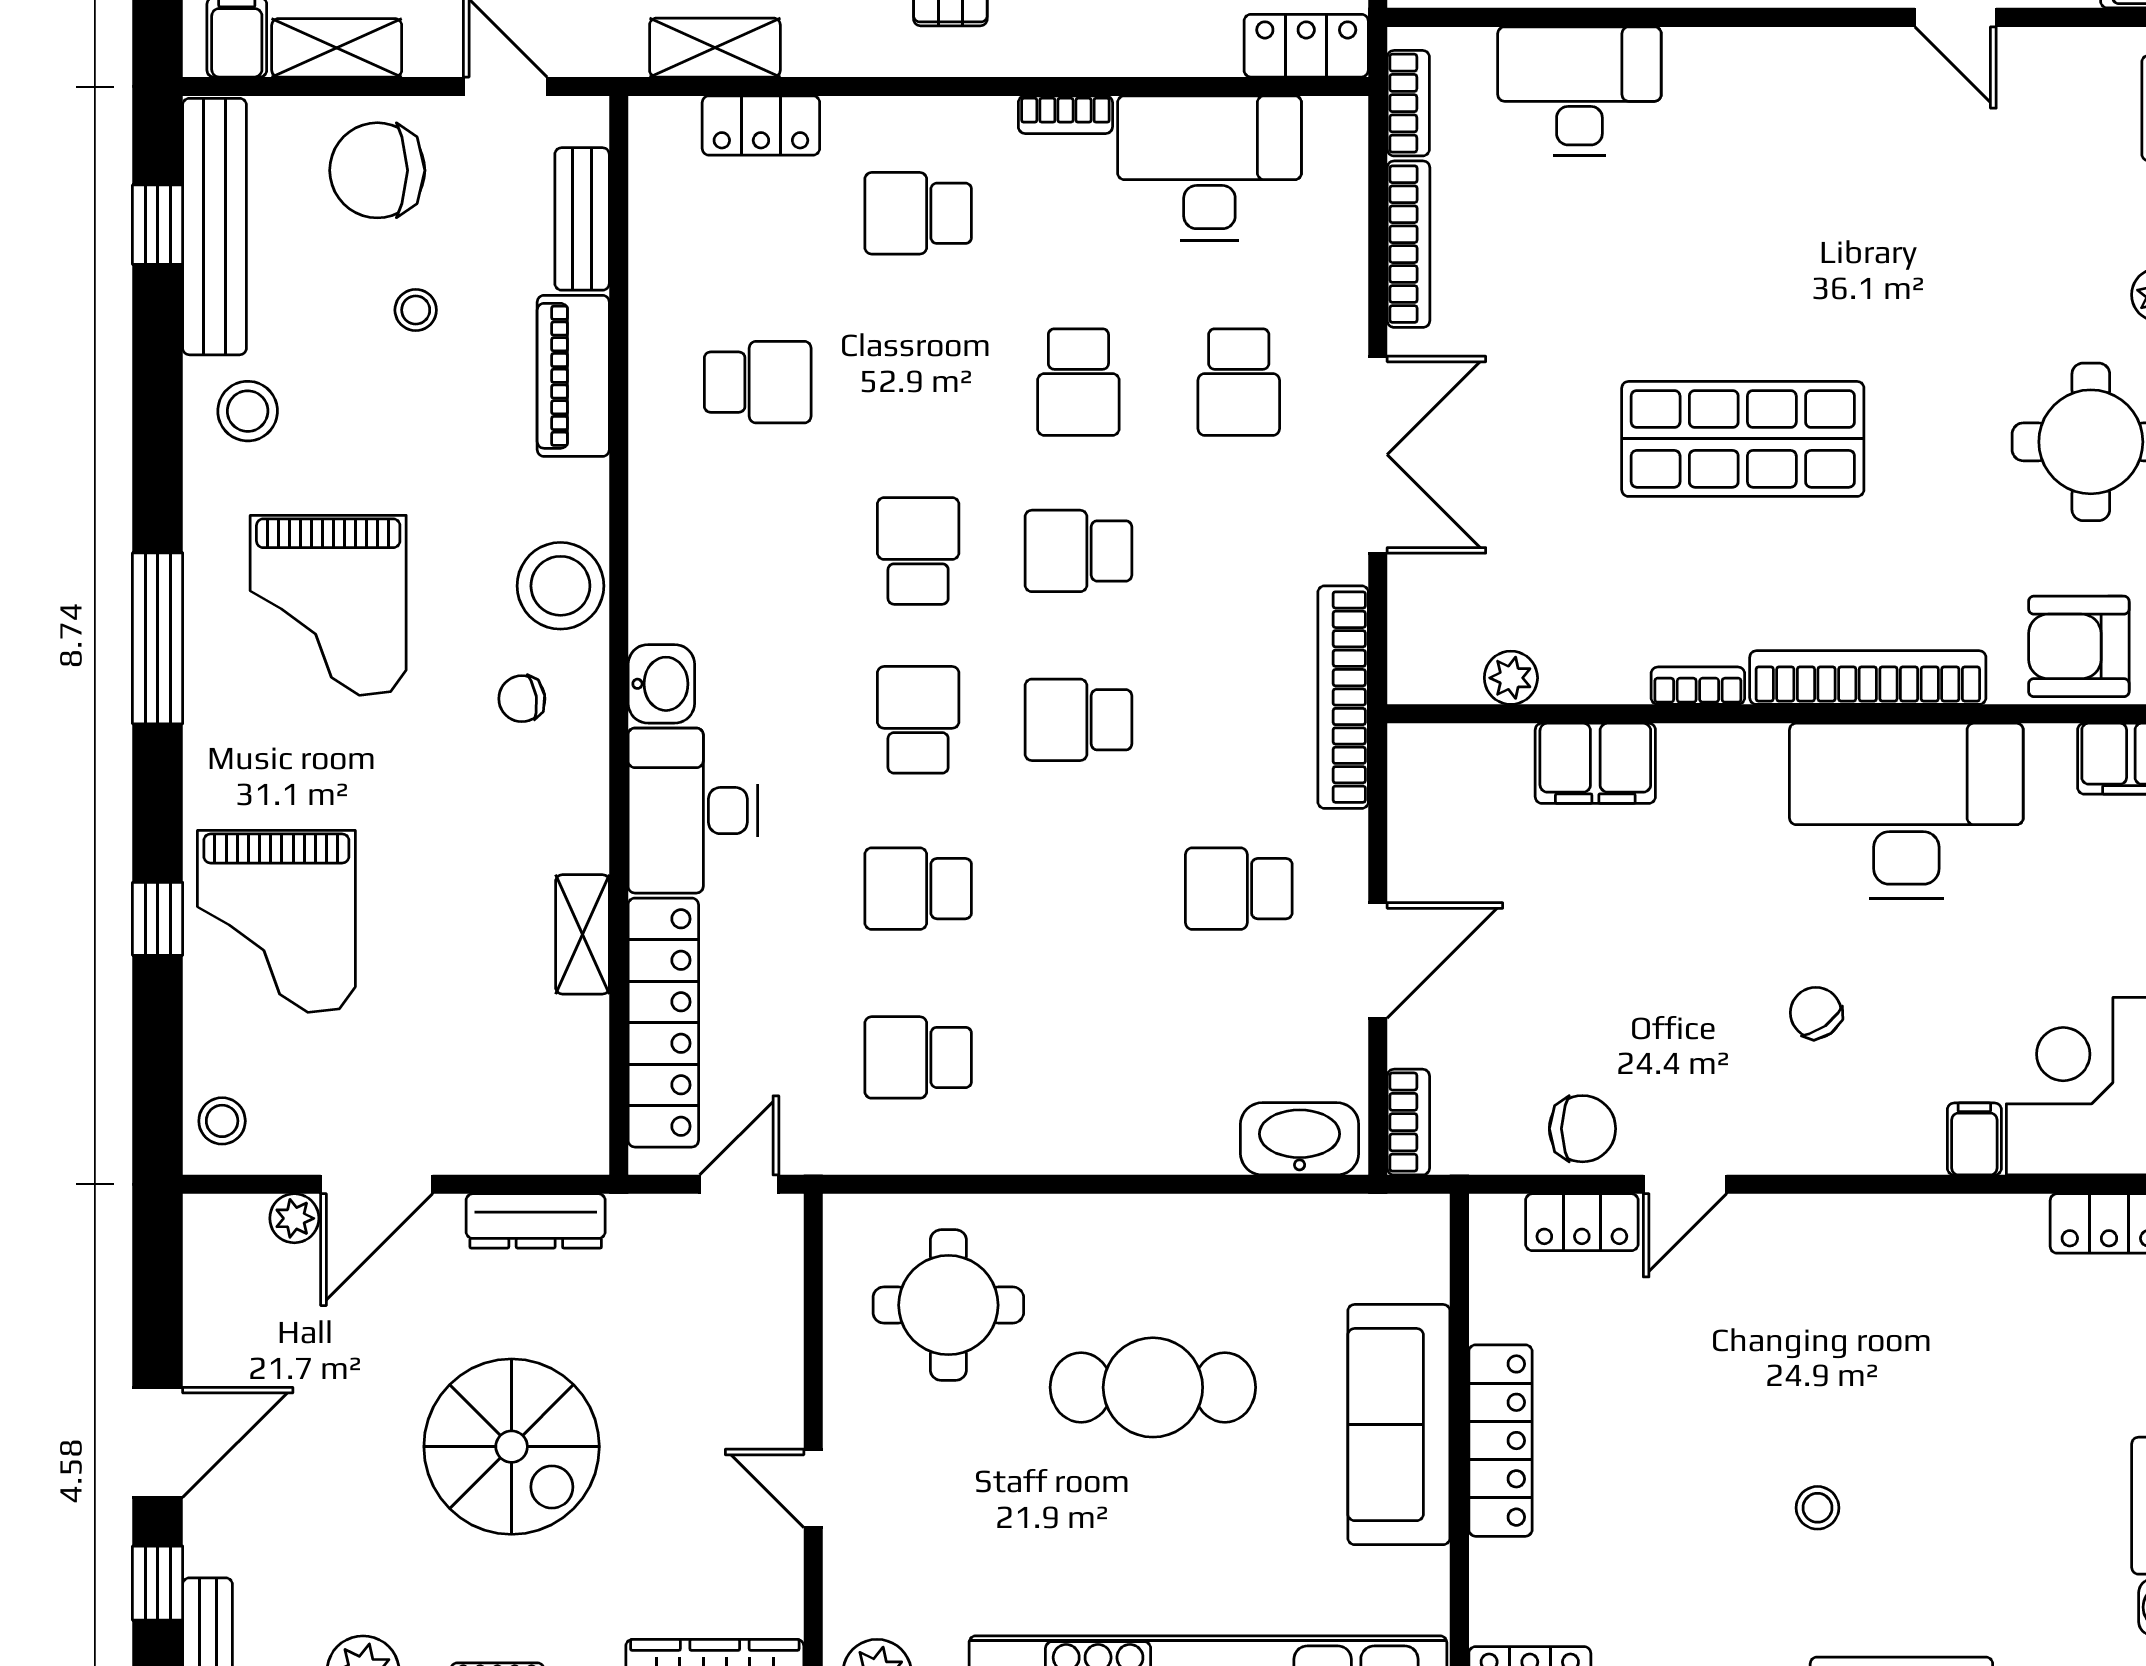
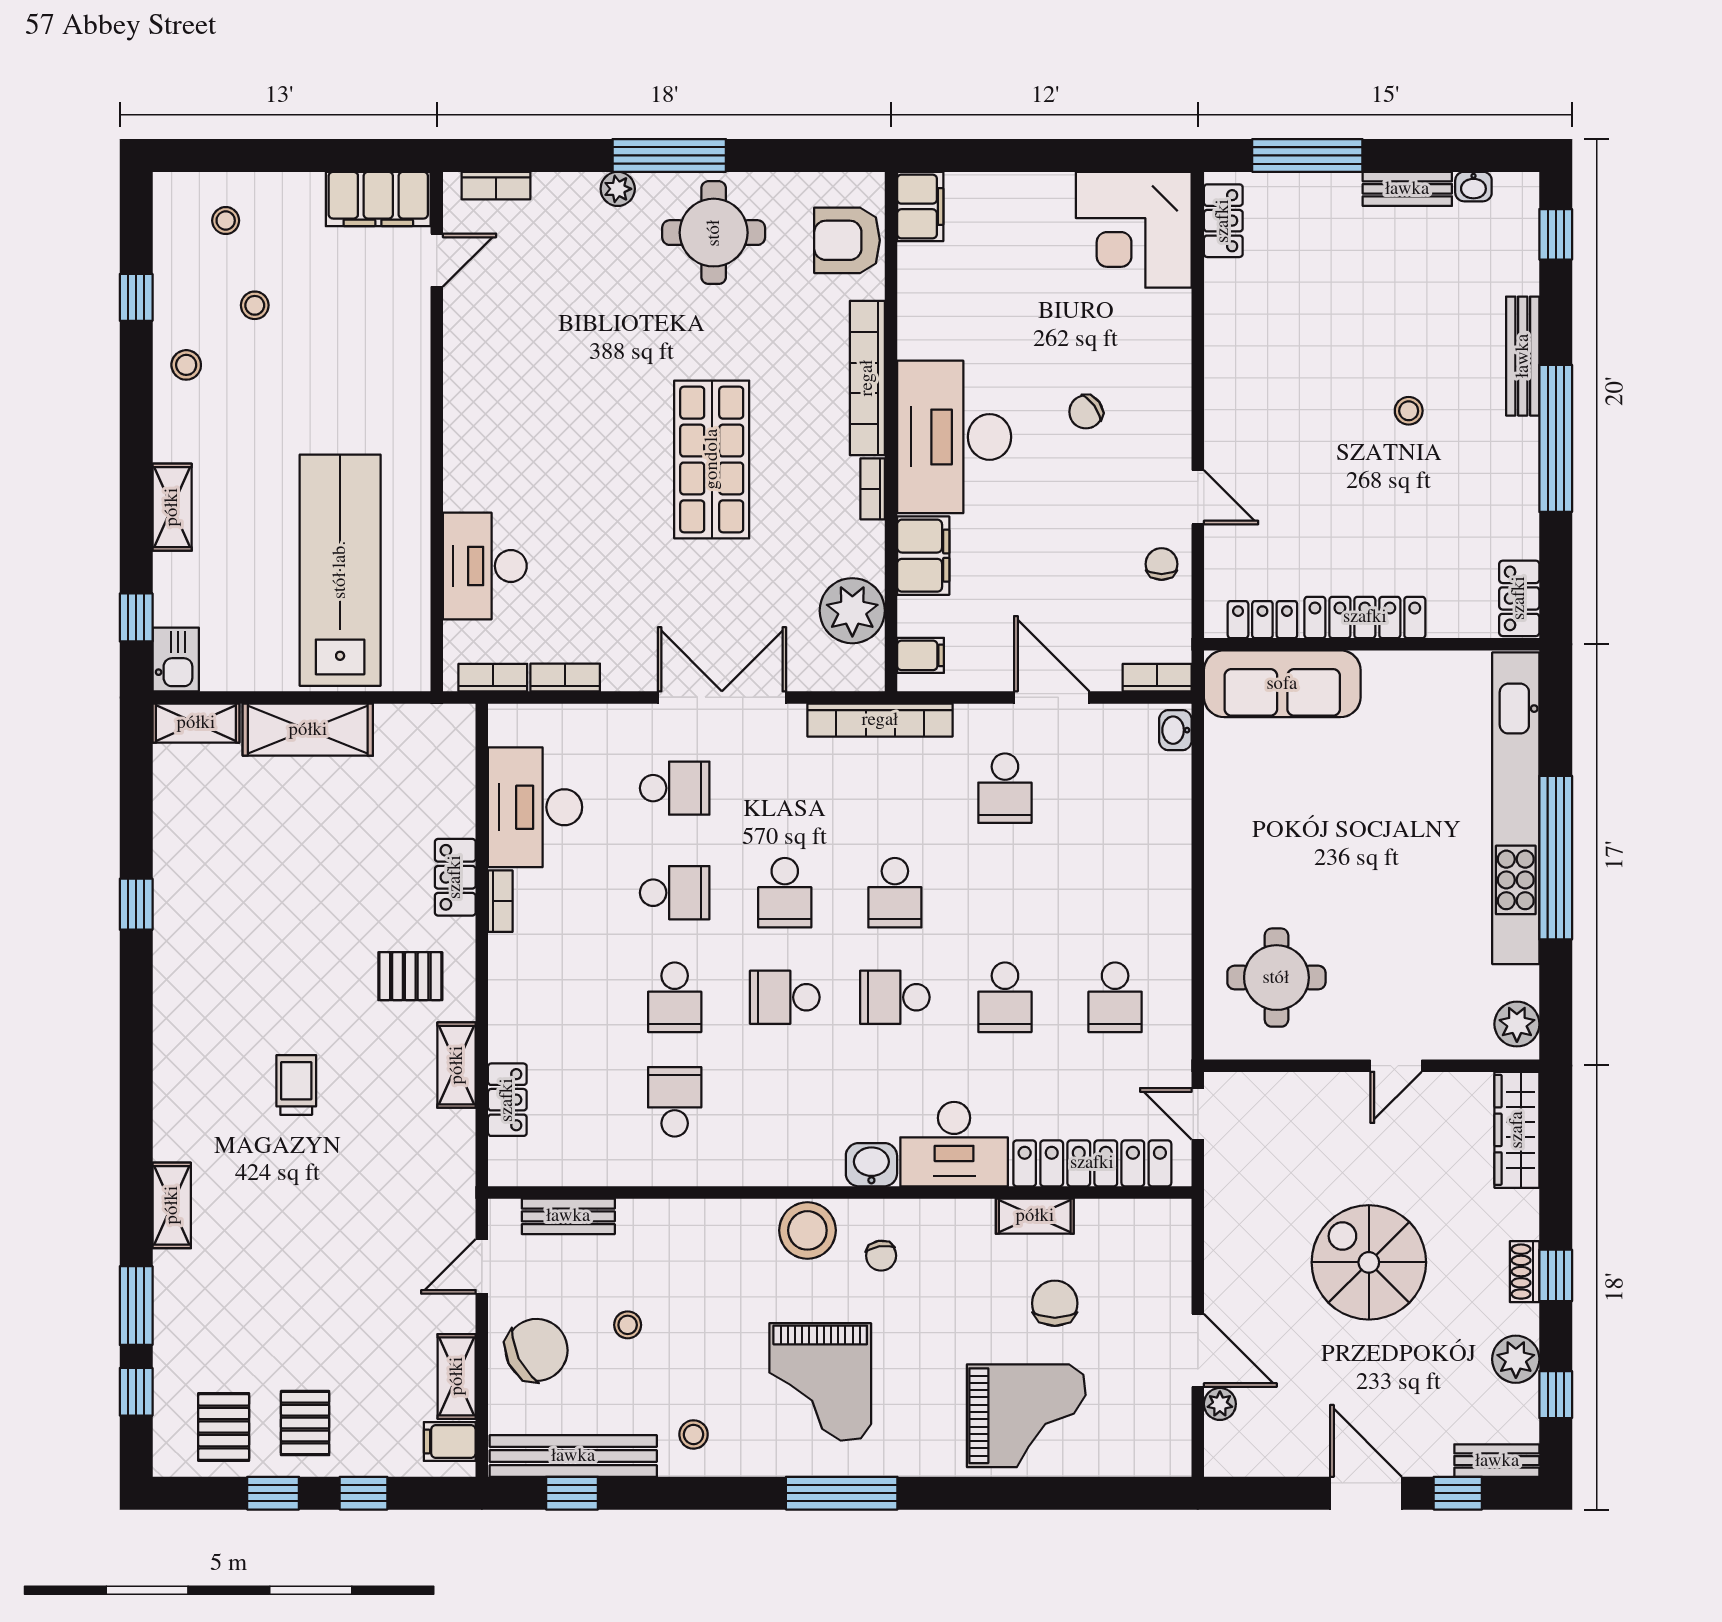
door: (1955, 17) -> (437, 260), moved
locker: (1306, 46) -> (455, 877), moved
shelving: (715, 48) -> (457, 1065), moved
chair: (377, 170) -> (537, 1350), turned -116
school desk: (918, 213) -> (675, 997), moved
bookcase: (1409, 244) -> (565, 677), width x0.64
piano: (573, 376) -> (671, 1222), removed
stool: (248, 411) -> (694, 1434), width x0.73, depth x0.73
grand piano: (328, 605) -> (820, 1382), turned 90
armchair: (2079, 646) -> (847, 240), turned 90
plant: (1511, 678) -> (852, 611), width x1.87, depth x1.87
desk: (1906, 811) -> (954, 437), moved
window: (158, 919) -> (1025, 1493), removed
chair: (449, 965) -> (1055, 1303), added
stool: (222, 1121) -> (1156, 1451), removed
chair: (1582, 1129) -> (1162, 564), width x0.73, depth x0.73
washbasin: (1300, 1139) -> (1175, 730), width x0.52, depth x0.69
filing cabinet: (1974, 1139) -> (921, 655), moved, turned 180
dresser: (536, 1221) -> (1222, 1247), removed
locker: (1582, 1222) -> (1262, 620), moved, turned -90
cafe table: (1153, 1387) -> (1330, 844), removed
sofa: (1399, 1425) -> (1282, 684), moved
spiral stairs: (512, 1447) -> (1369, 1262), turned -90

